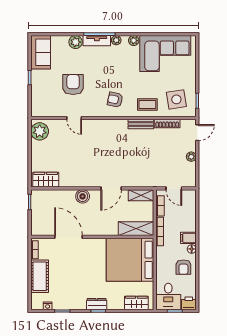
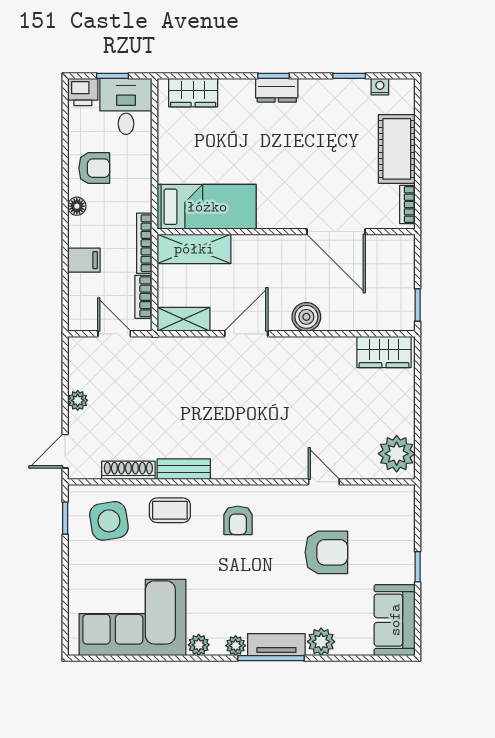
armchair: (73, 84) -> (326, 552), turned -90
armchair: (115, 100) -> (238, 520), turned 78
filing cabinet: (188, 238) -> (84, 260), moved
bed: (130, 260) -> (207, 207), width x0.49
armchair: (183, 267) -> (94, 168), turned 90

